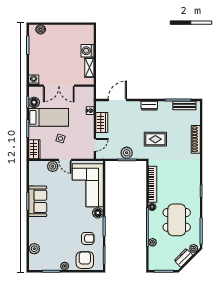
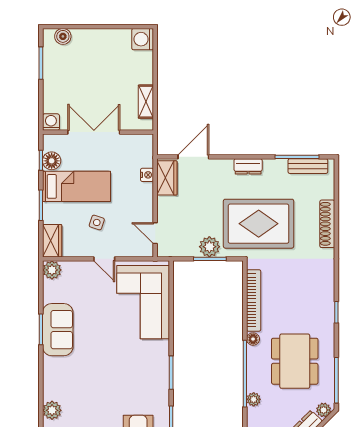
washing machine: (87, 51) -> (143, 39), moved
double door: (59, 86) -> (94, 132), swing flipped
wardrobe: (102, 123) -> (167, 178), moved
rug: (155, 139) -> (259, 224), width x1.86, depth x2.06
door: (95, 145) -> (155, 233), swing flipped
plant: (53, 166) -> (52, 270), moved
floor lamp: (98, 213) -> (160, 349), removed
armchair: (88, 238) -> (143, 393), removed

